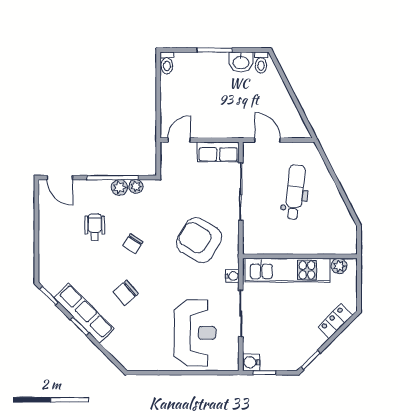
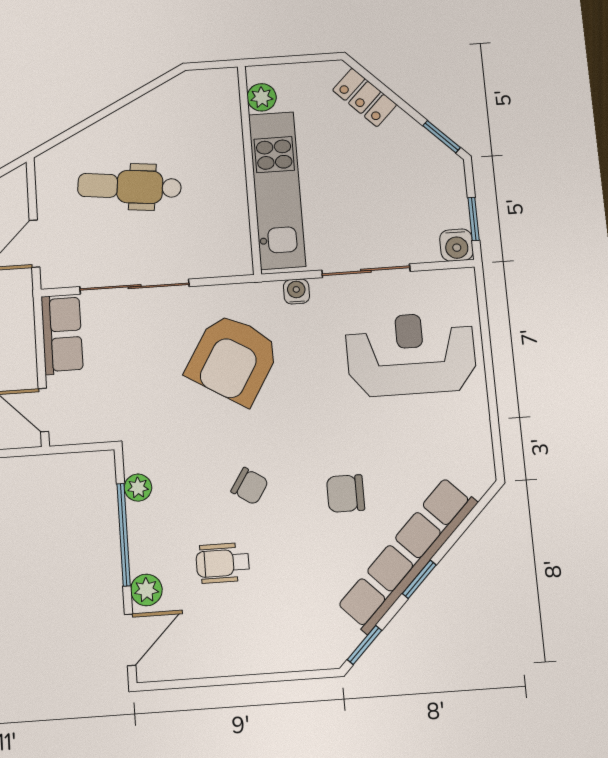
plant: (119, 187) -> (146, 590), moved
chair: (126, 293) -> (346, 493), turned 131
row of seats: (84, 313) -> (408, 555), width x1.36

